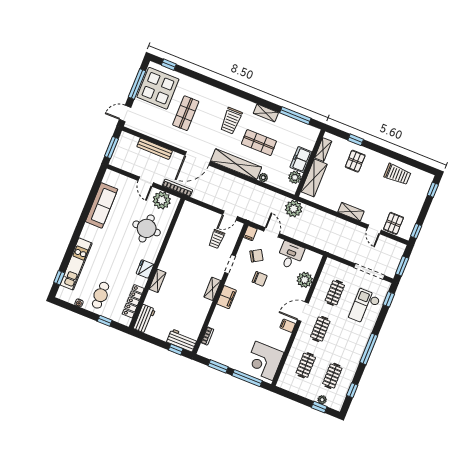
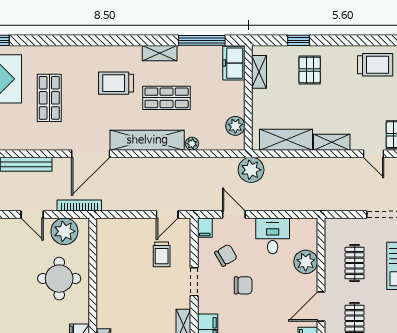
trolley: (231, 121) -> (116, 83), turned 90
freezer: (301, 160) -> (234, 63), moved
shelving: (314, 178) -> (286, 140), moved, turned 90

